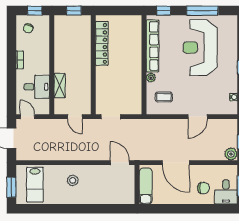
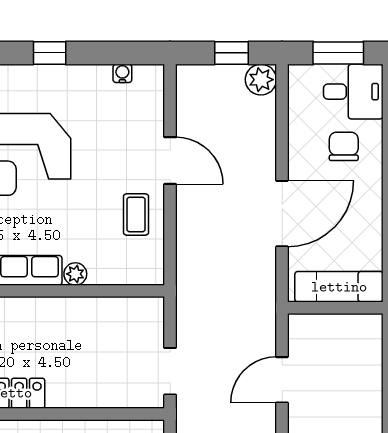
coffee table: (164, 97) -> (136, 215), moved
door: (120, 163) -> (282, 380), moved

